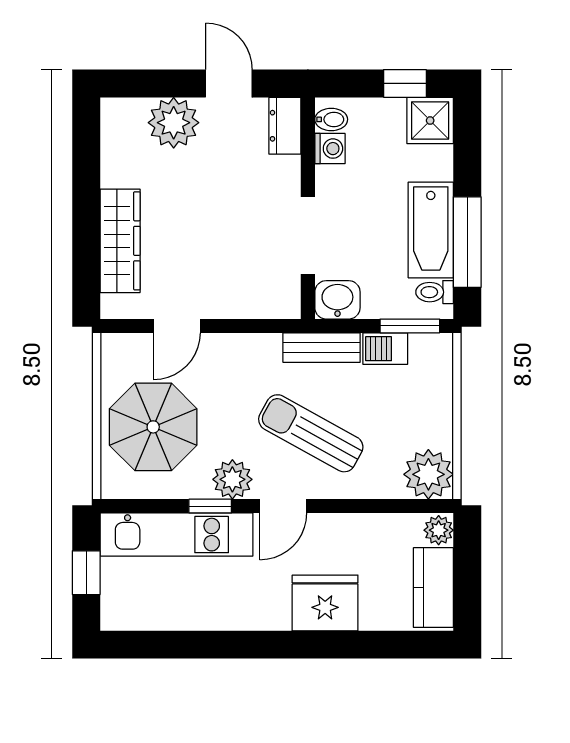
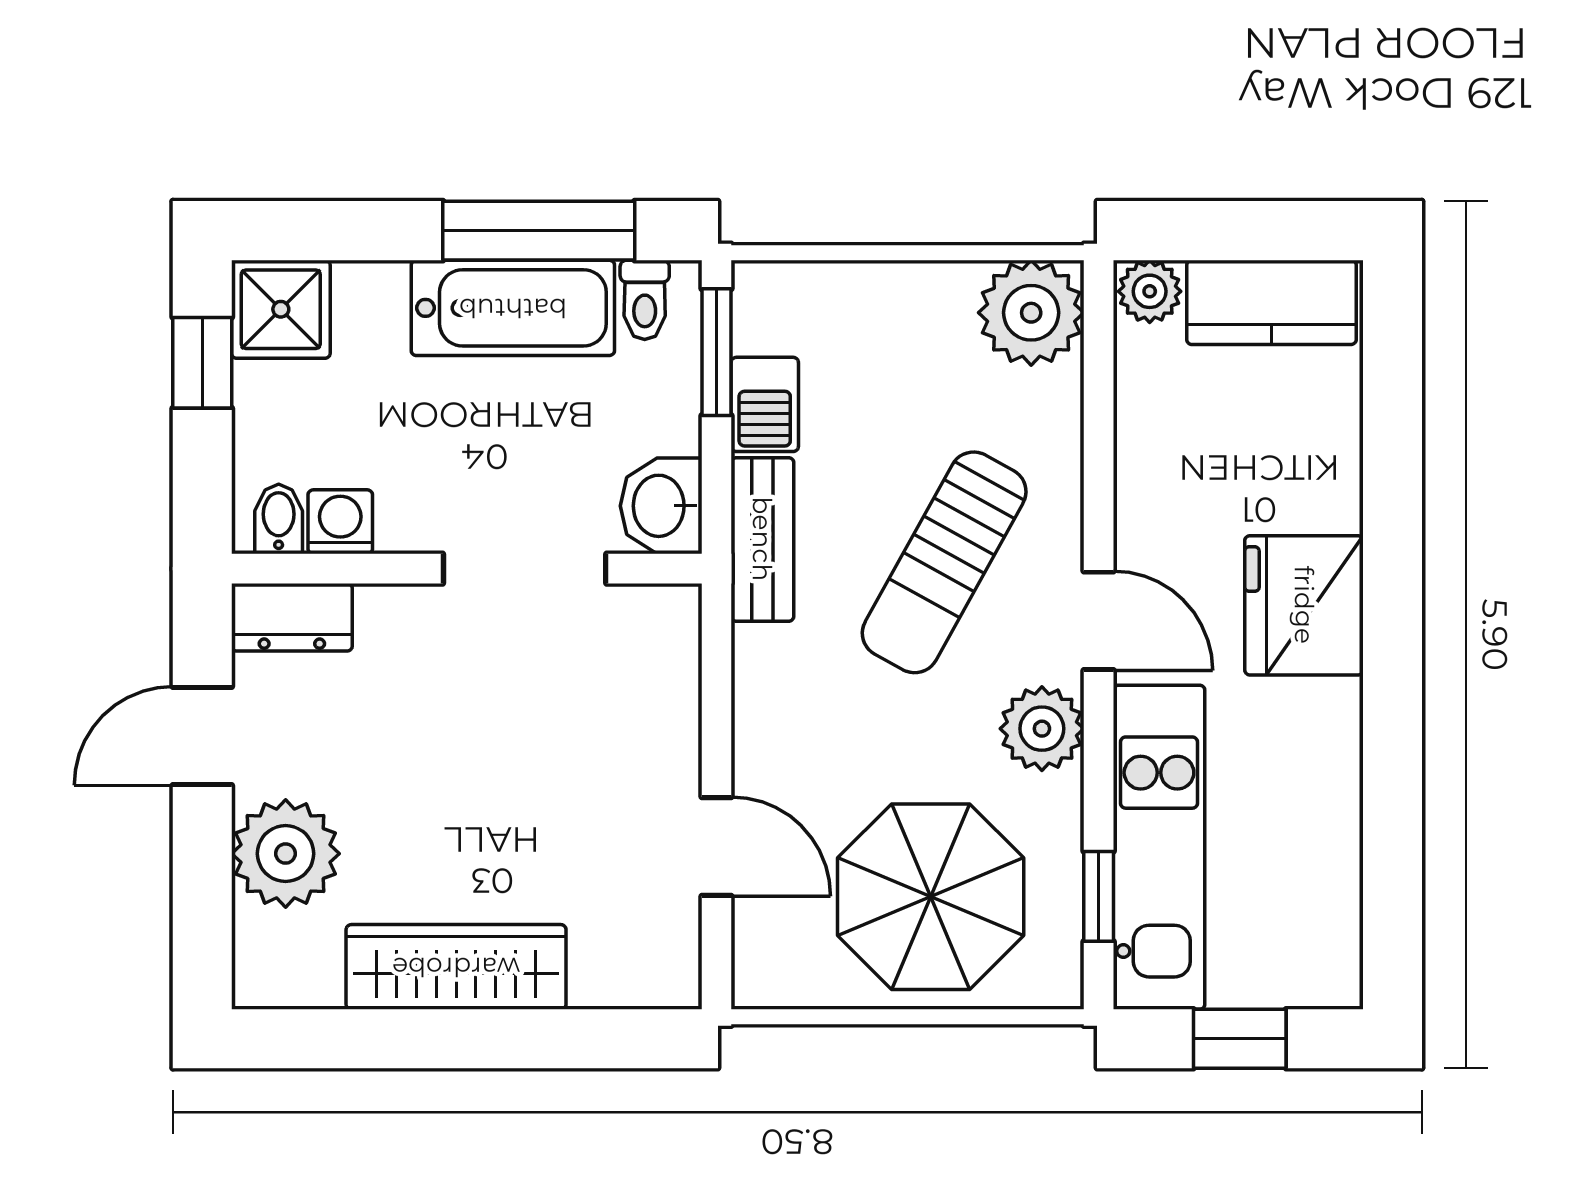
wardrobe: (120, 241) -> (456, 967), moved
window: (210, 506) -> (1099, 896), moved
fridge: (325, 603) -> (1304, 605), moved

